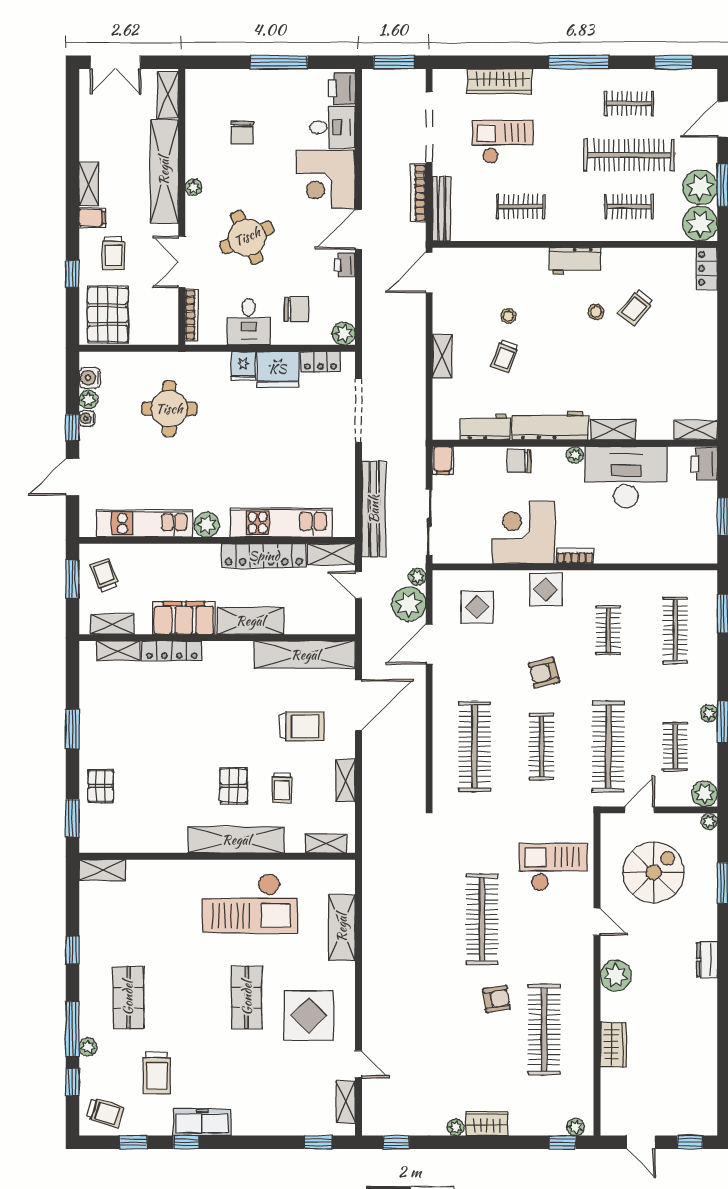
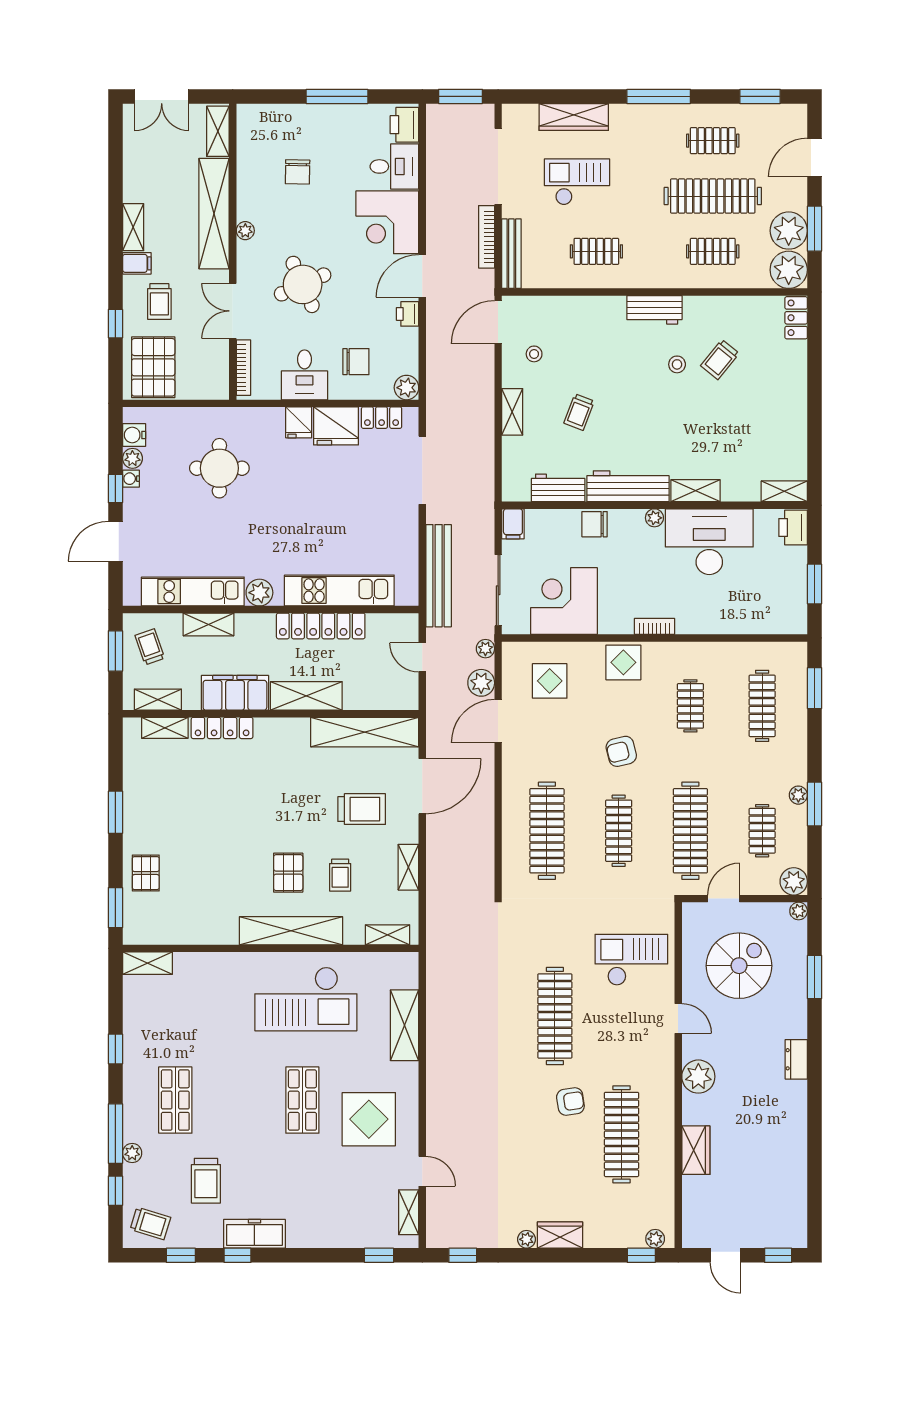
stool: (508, 316) -> (534, 354), moved
corner desk: (523, 533) -> (564, 601), moved
shelving: (332, 554) -> (208, 624), moved
plant: (409, 604) -> (481, 683), width x0.73, depth x0.73

